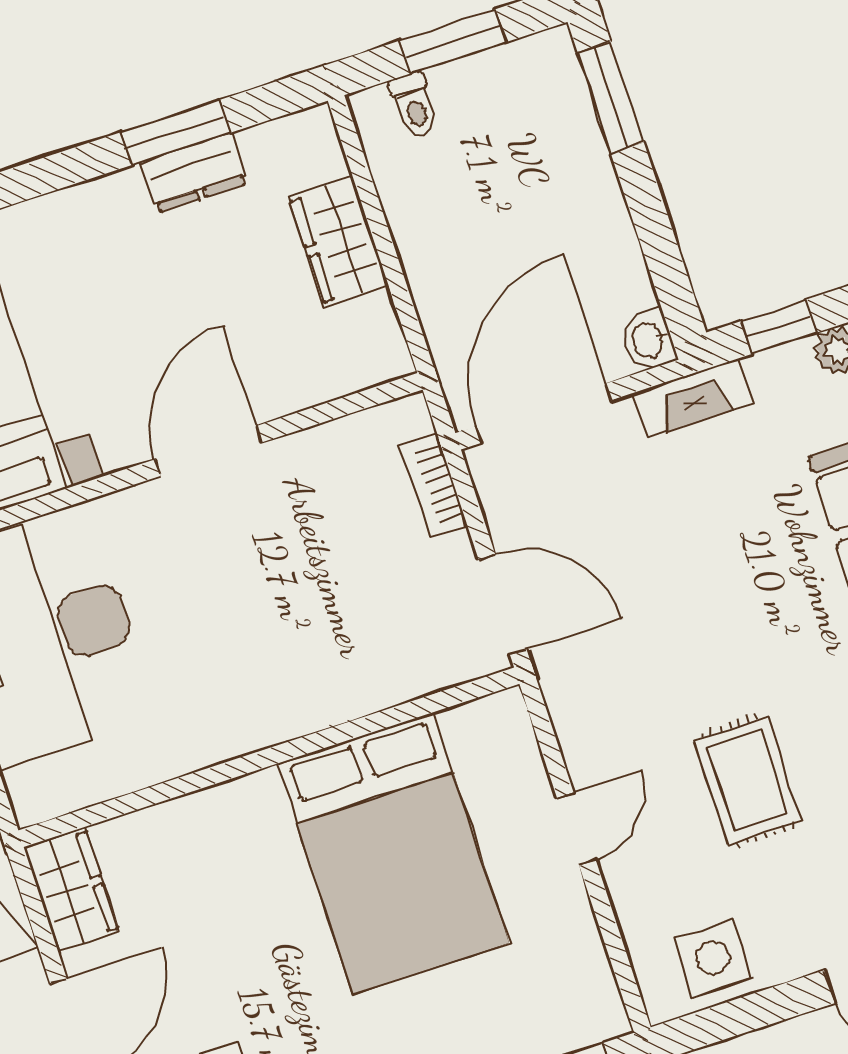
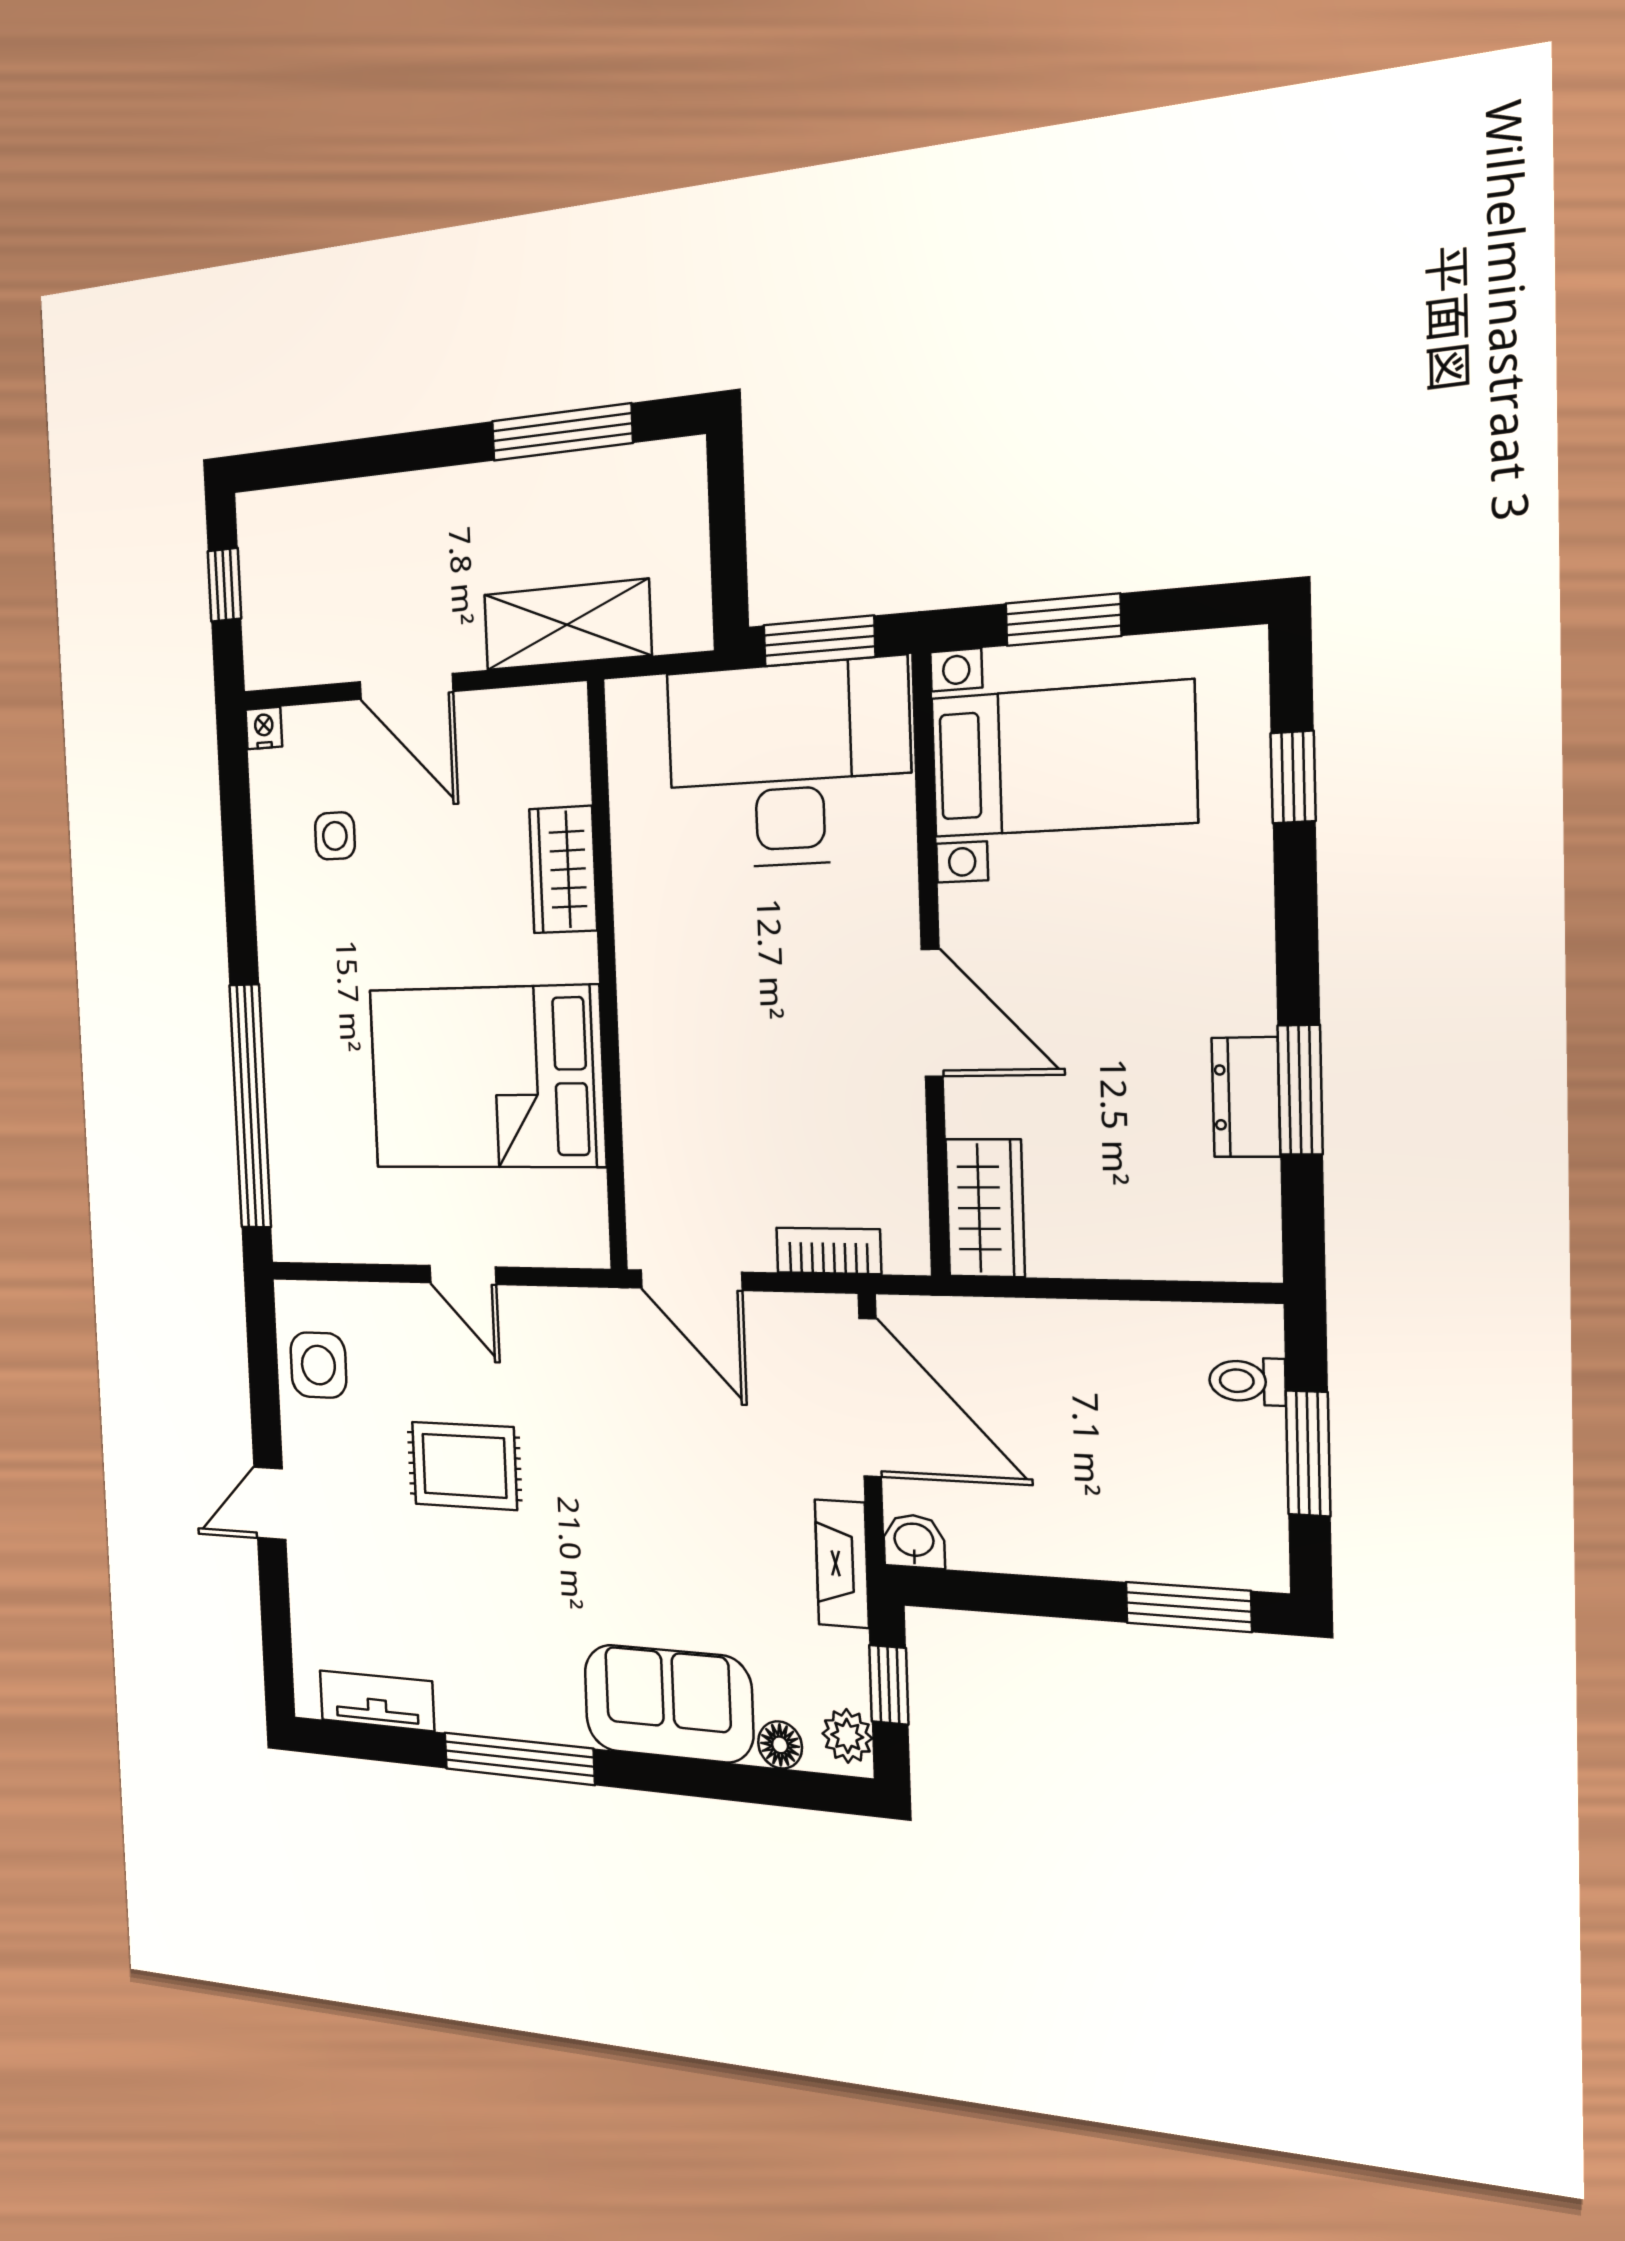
wardrobe: (339, 241) -> (985, 1208), moved, turned 90
door: (503, 604) -> (691, 1280), hinge flipped
wardrobe: (71, 890) -> (563, 870), moved, turned 90

